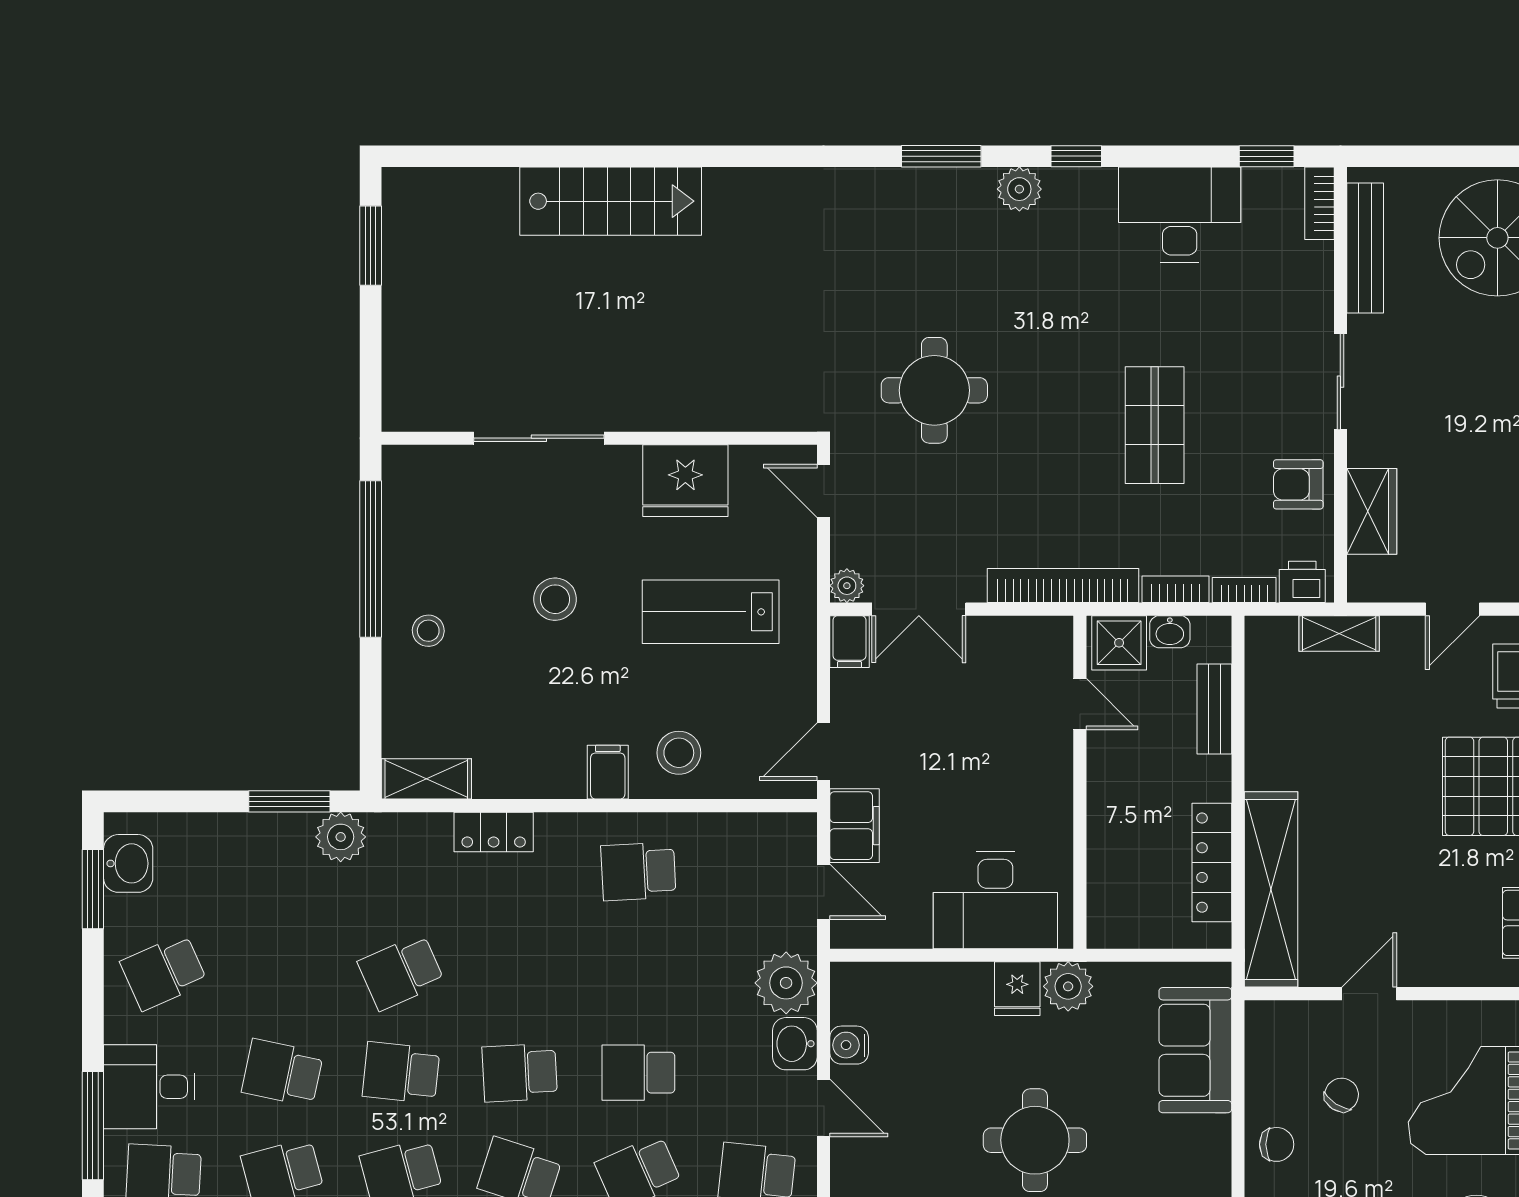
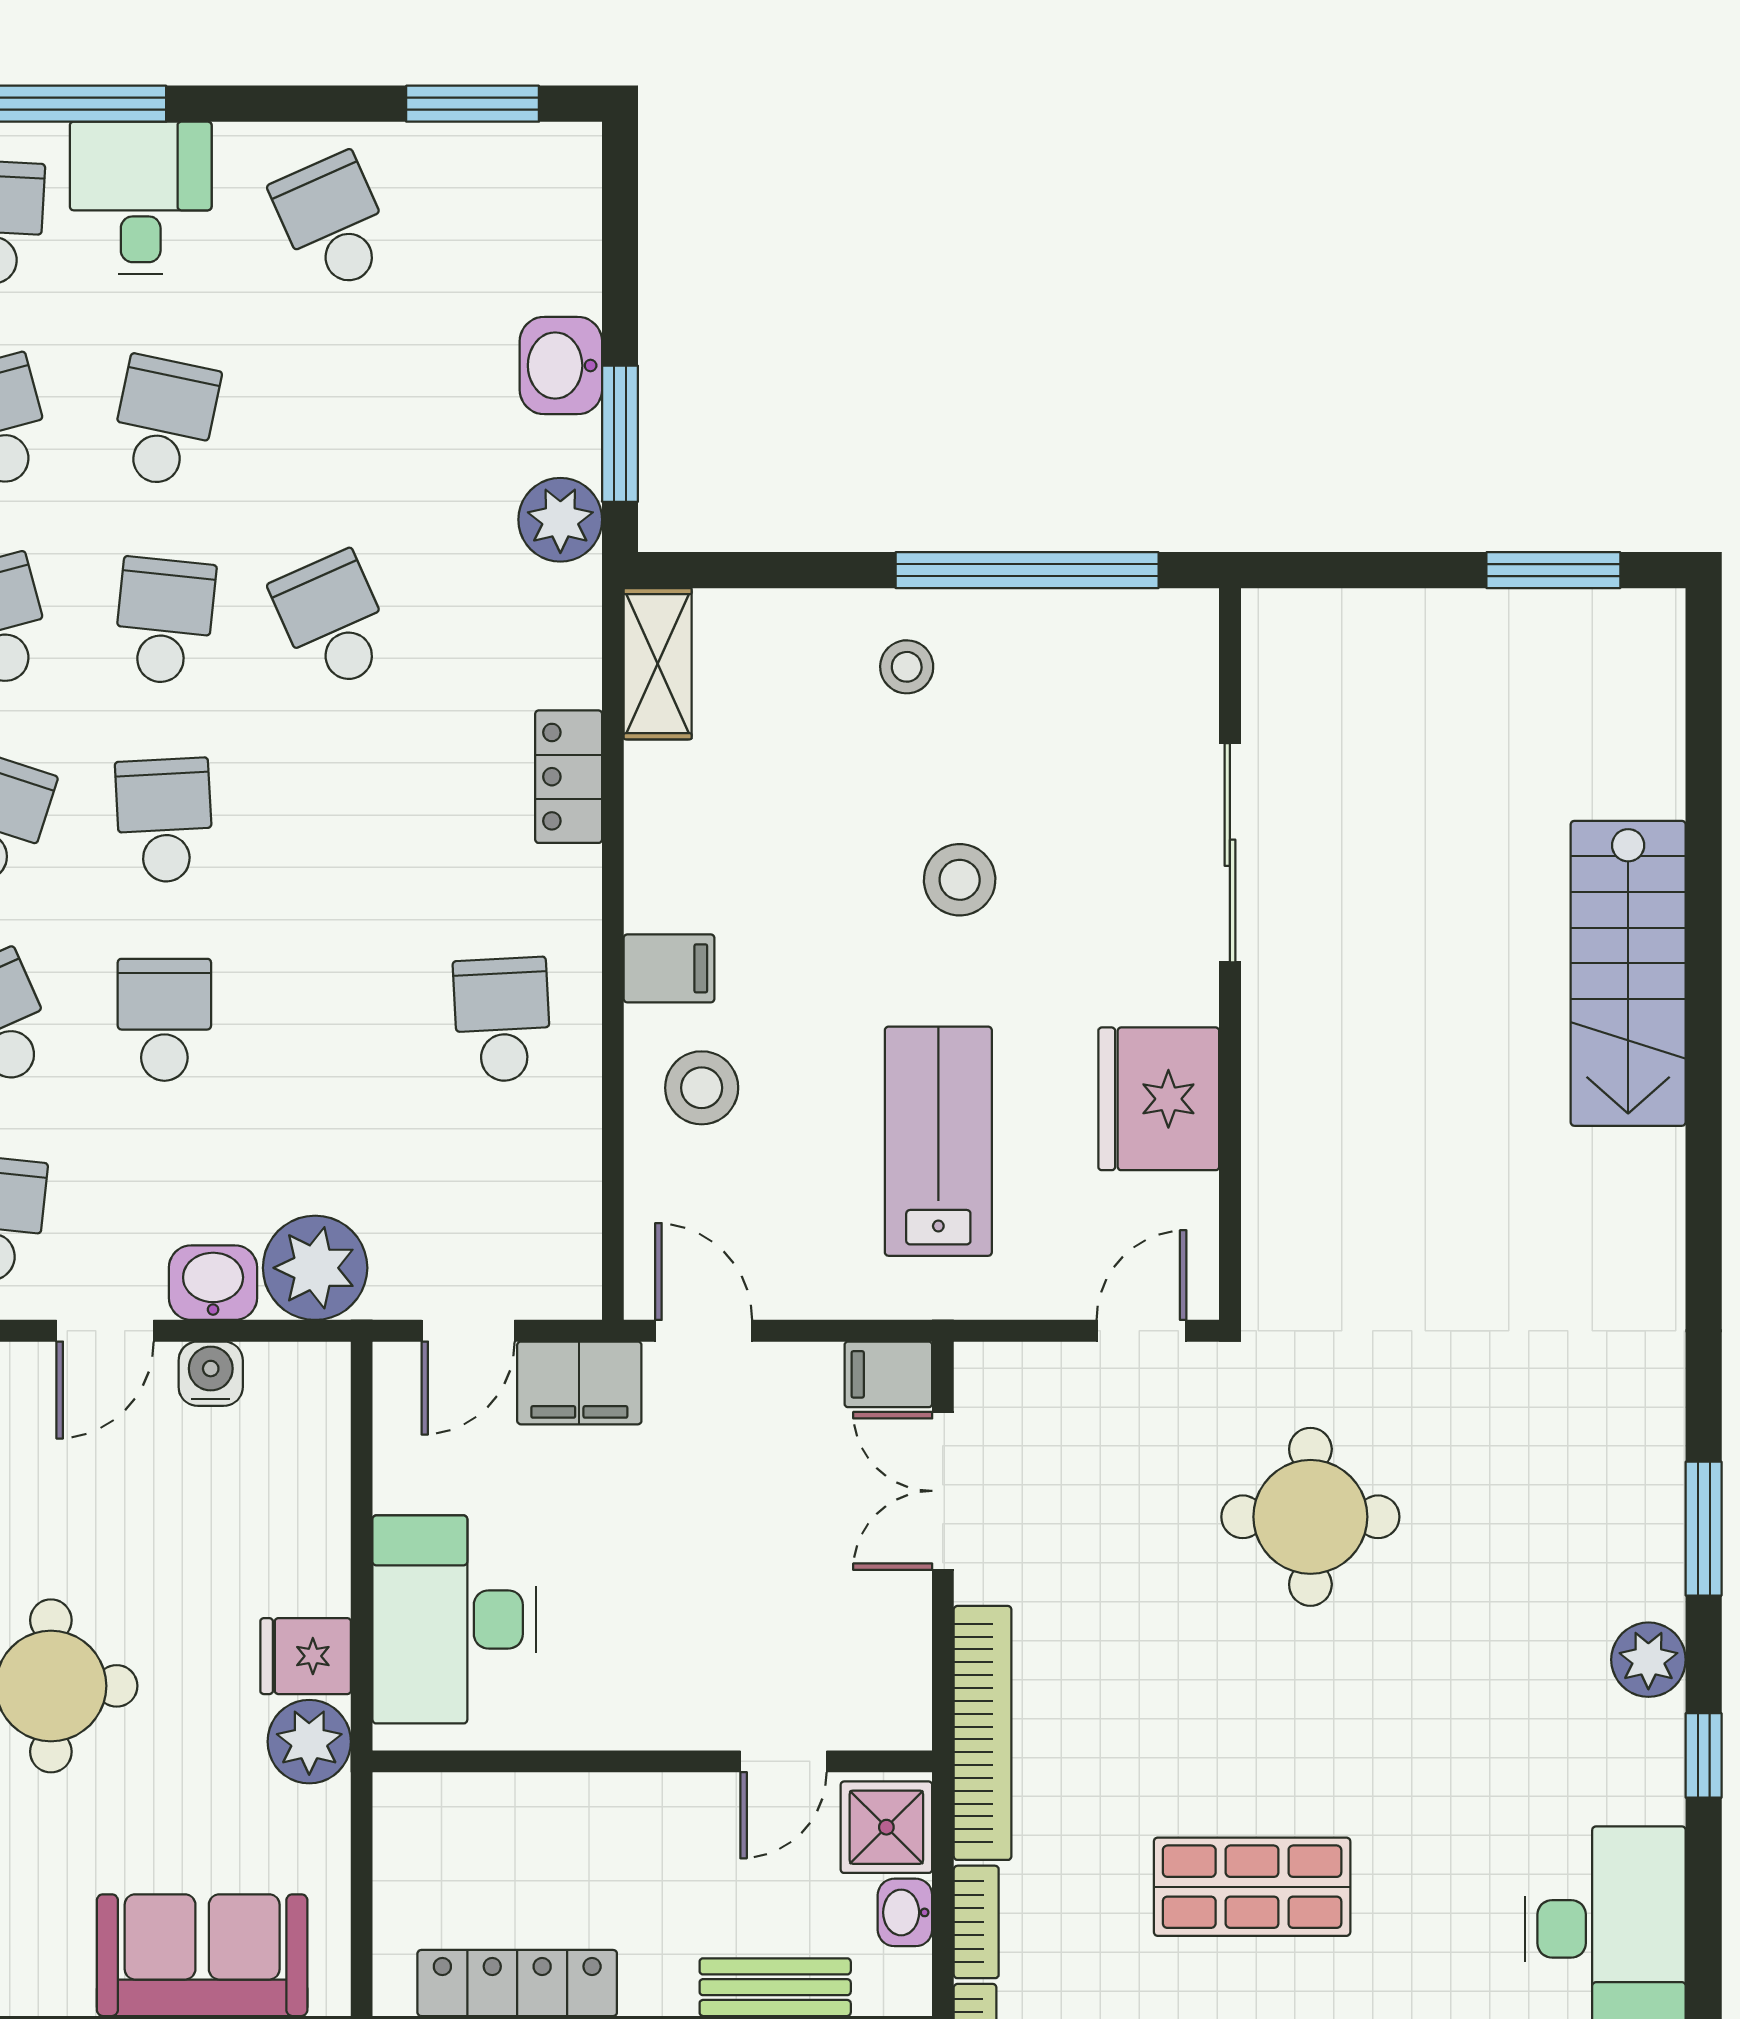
plant: (847, 586) -> (982, 1370), removed
washbasin: (128, 863) -> (561, 366), moved, turned 90

